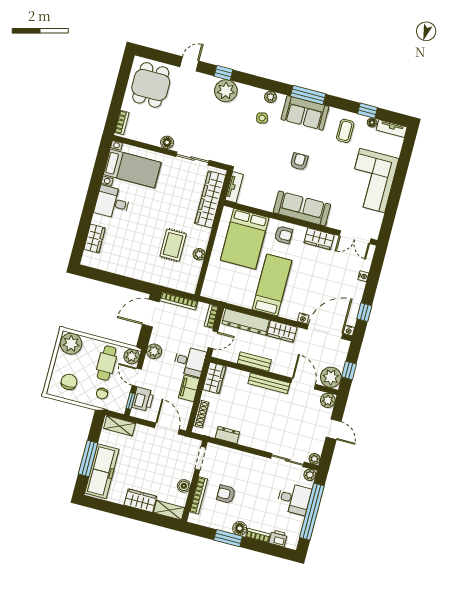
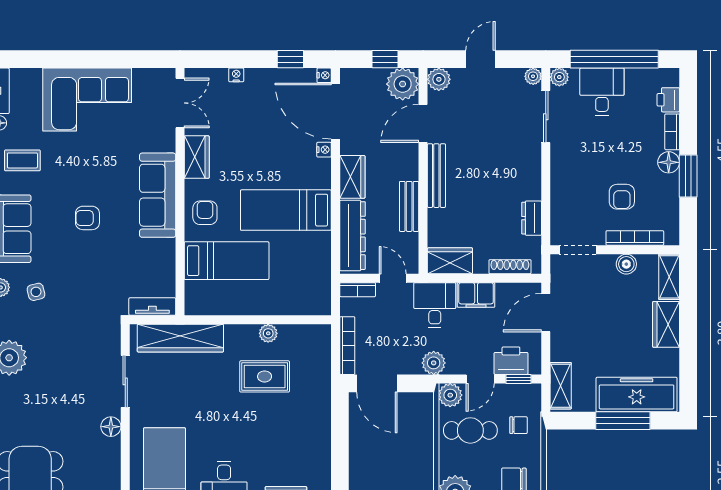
bed: (245, 239) -> (227, 261), width x0.67

